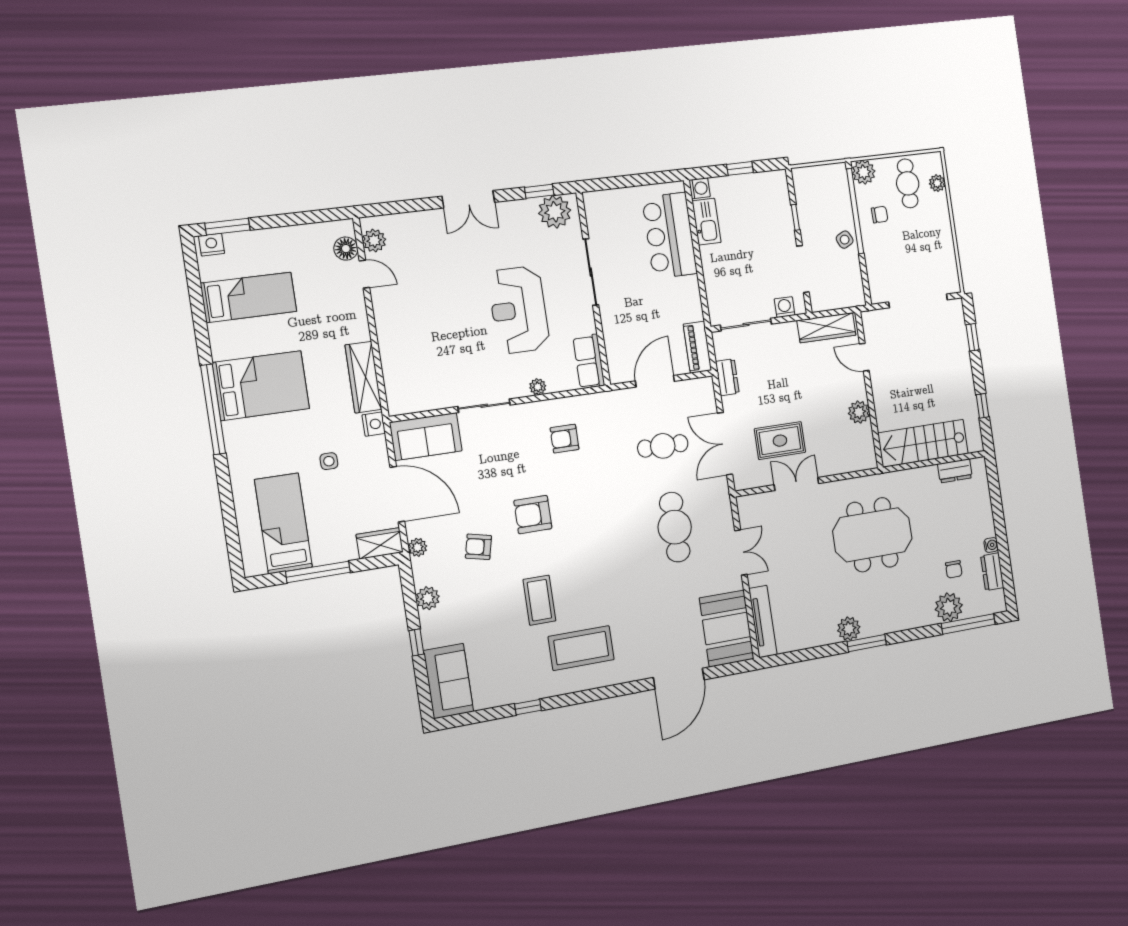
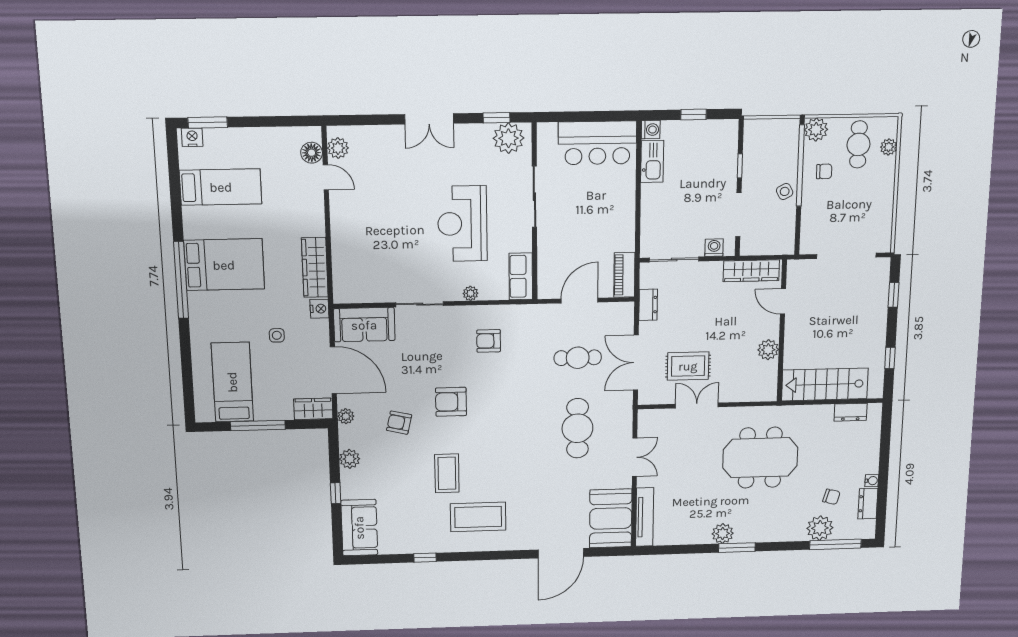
bar counter: (670, 235) -> (597, 143), moved, turned -90
chair: (954, 569) -> (831, 497), turned -75

